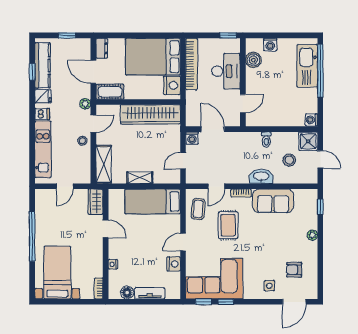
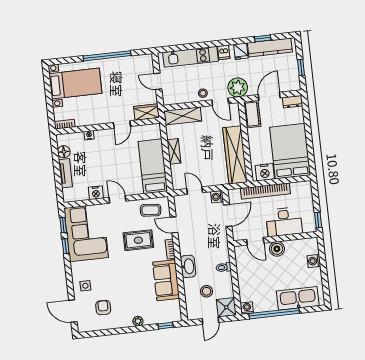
boiler: (253, 60) -> (277, 249), moved
bookcase: (192, 64) -> (265, 191), moved
window: (320, 71) -> (274, 313), moved
plant: (85, 104) -> (238, 87), width x1.88, depth x1.88

